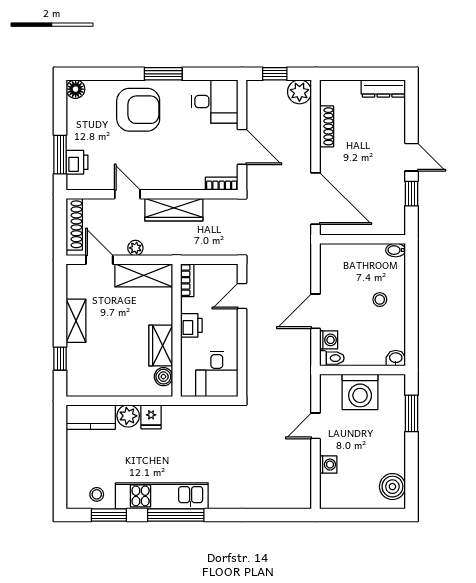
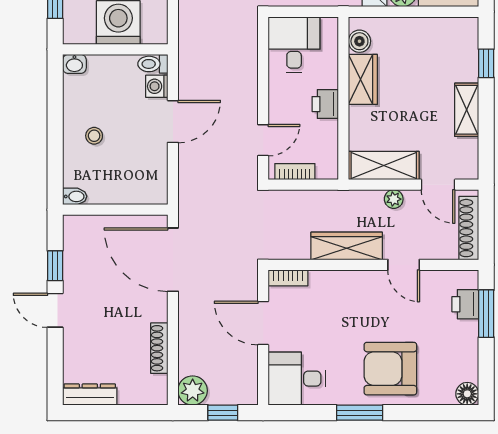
bookcase: (187, 280) -> (295, 172), moved, turned 90

